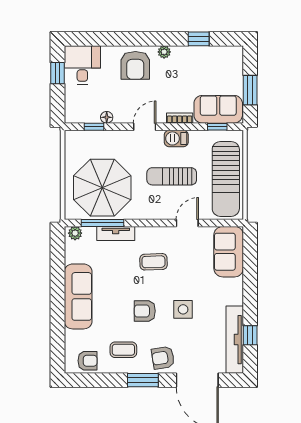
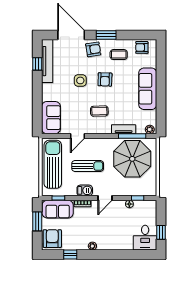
armchair: (135, 65) -> (52, 239), moved
armchair: (145, 311) -> (105, 79), turned 92

